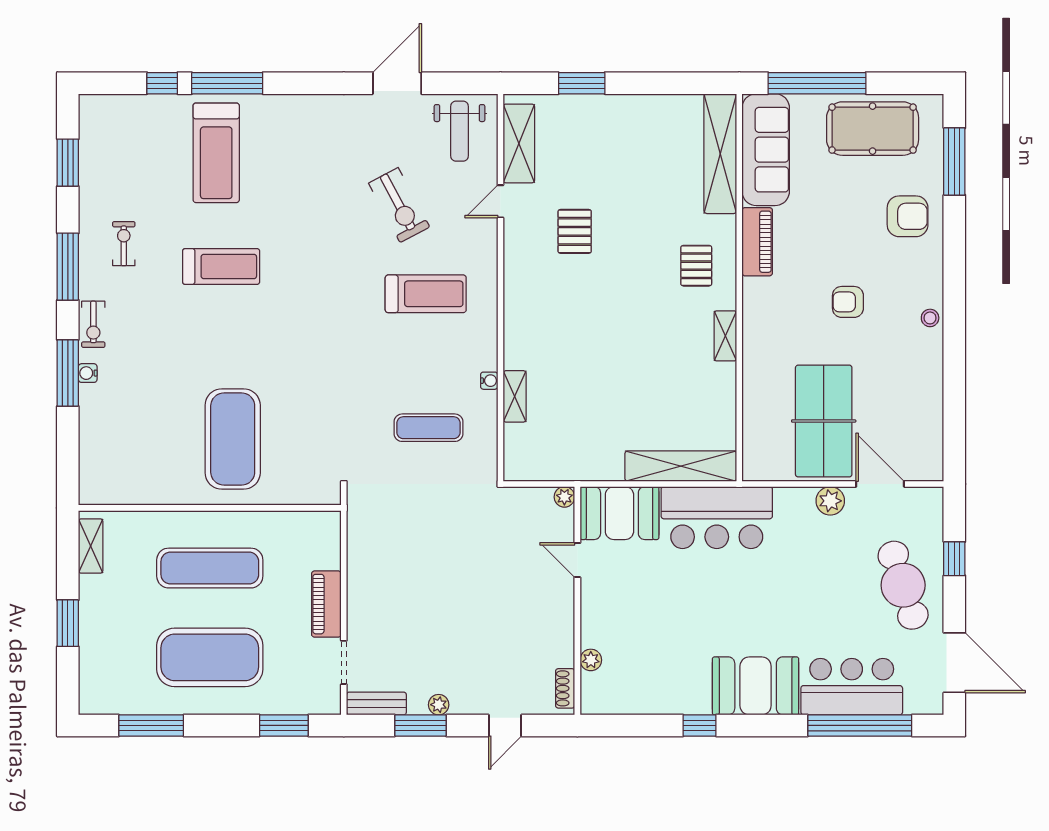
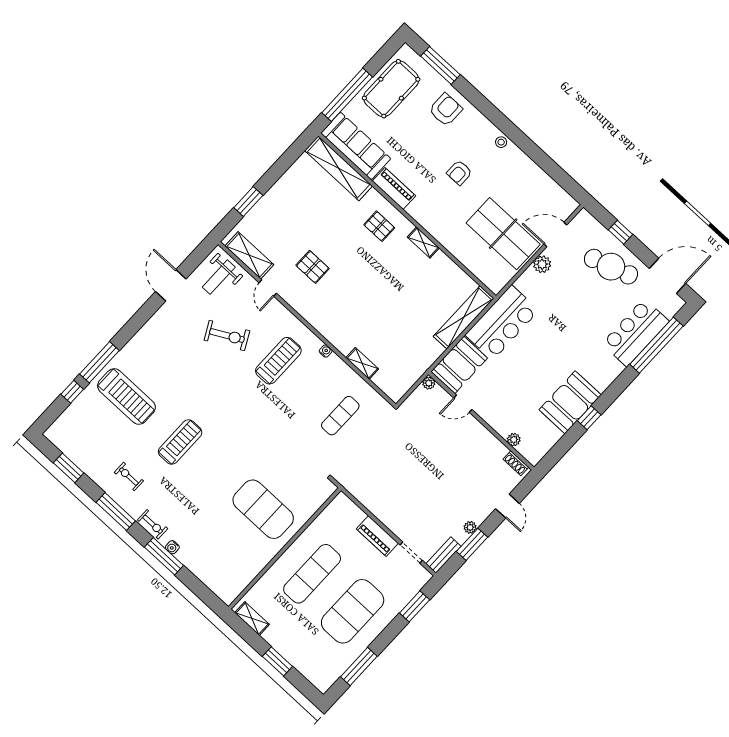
weight bench: (460, 131) -> (219, 277), turned 90
water cooler: (489, 381) -> (326, 351), moved
booth: (756, 686) -> (570, 402), moved

